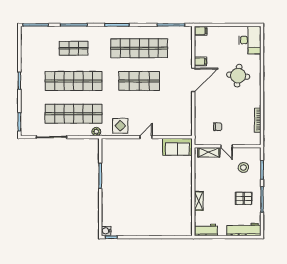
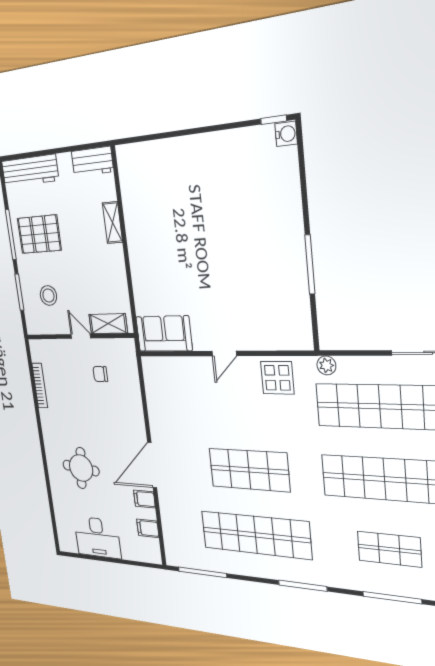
filing cabinet: (201, 31) -> (148, 528), moved
desk: (250, 40) -> (97, 537), moved, turned -90
pallet: (244, 198) -> (39, 234), width x1.50, depth x1.42

